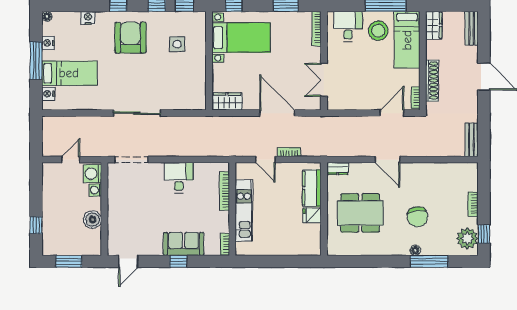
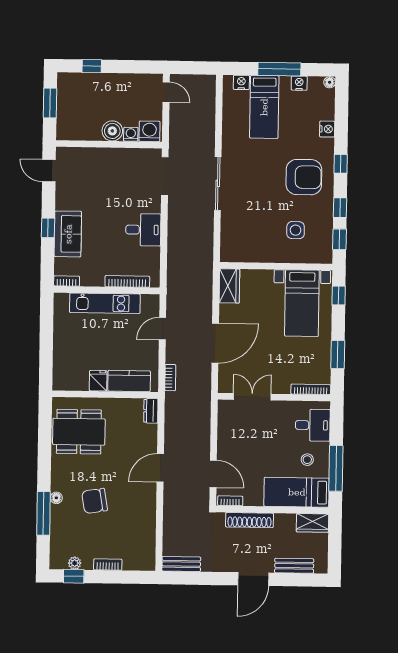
bench: (472, 28) -> (294, 566), moved
stool: (378, 31) -> (307, 460), width x0.53, depth x0.53
bookcase: (289, 152) -> (170, 378), moved
door: (71, 160) -> (166, 92), moved
dining table: (360, 213) -> (79, 432), moved, turned 90
boiler: (93, 220) -> (112, 131), moved
plant: (467, 238) -> (75, 563), width x0.53, depth x0.53

